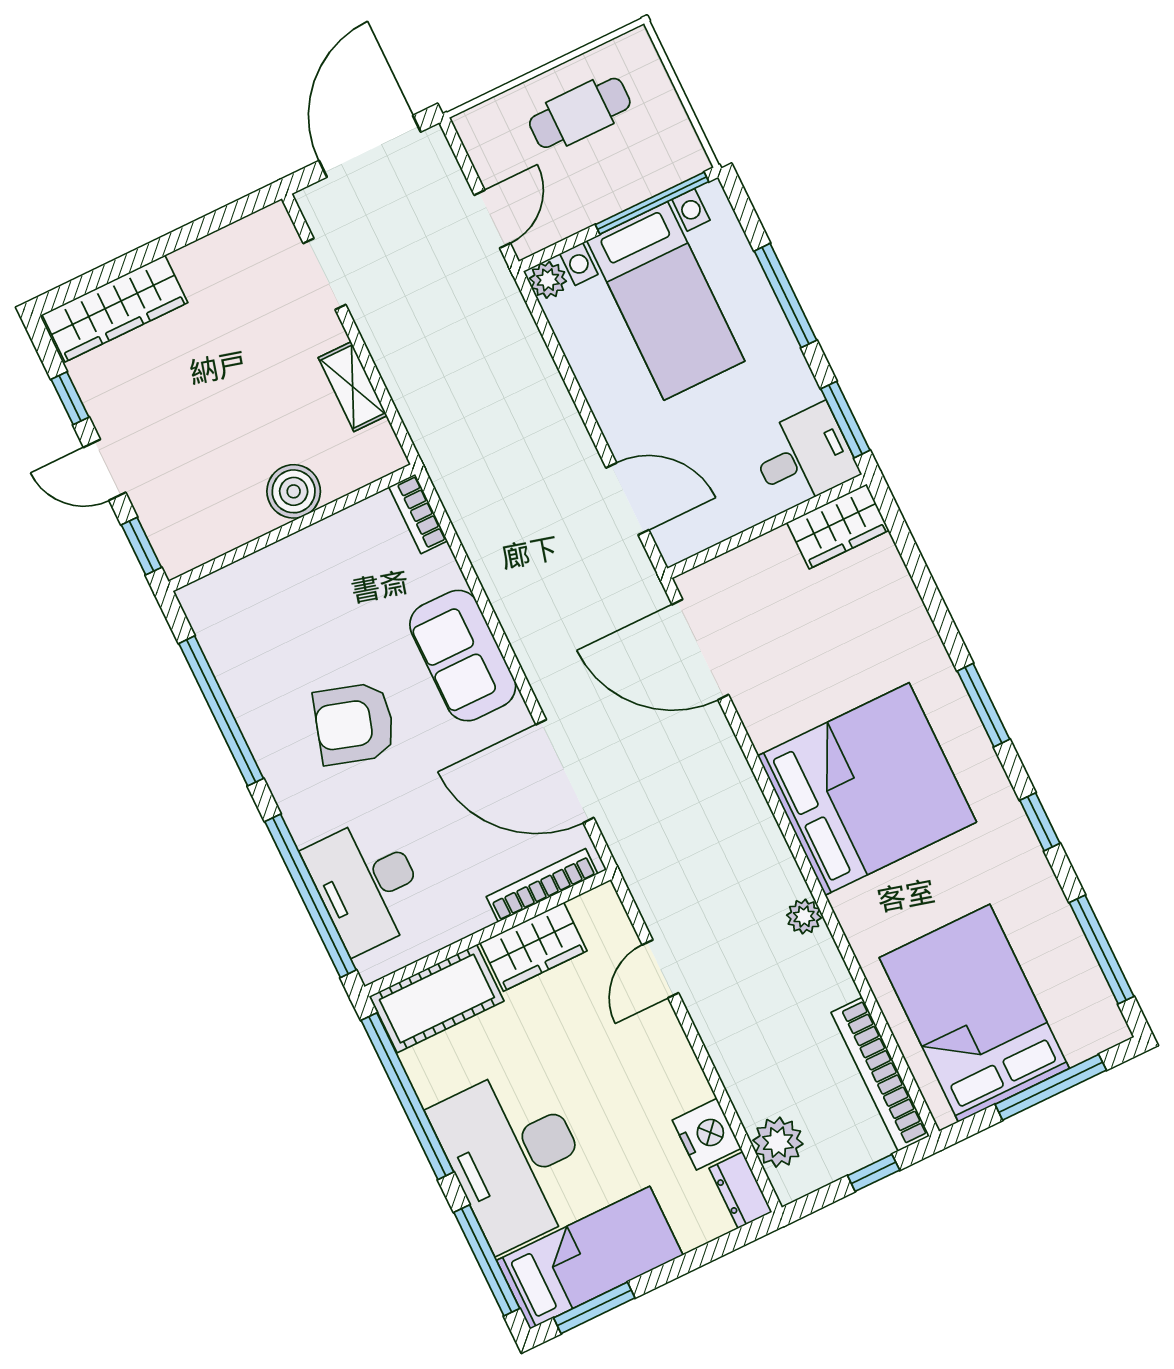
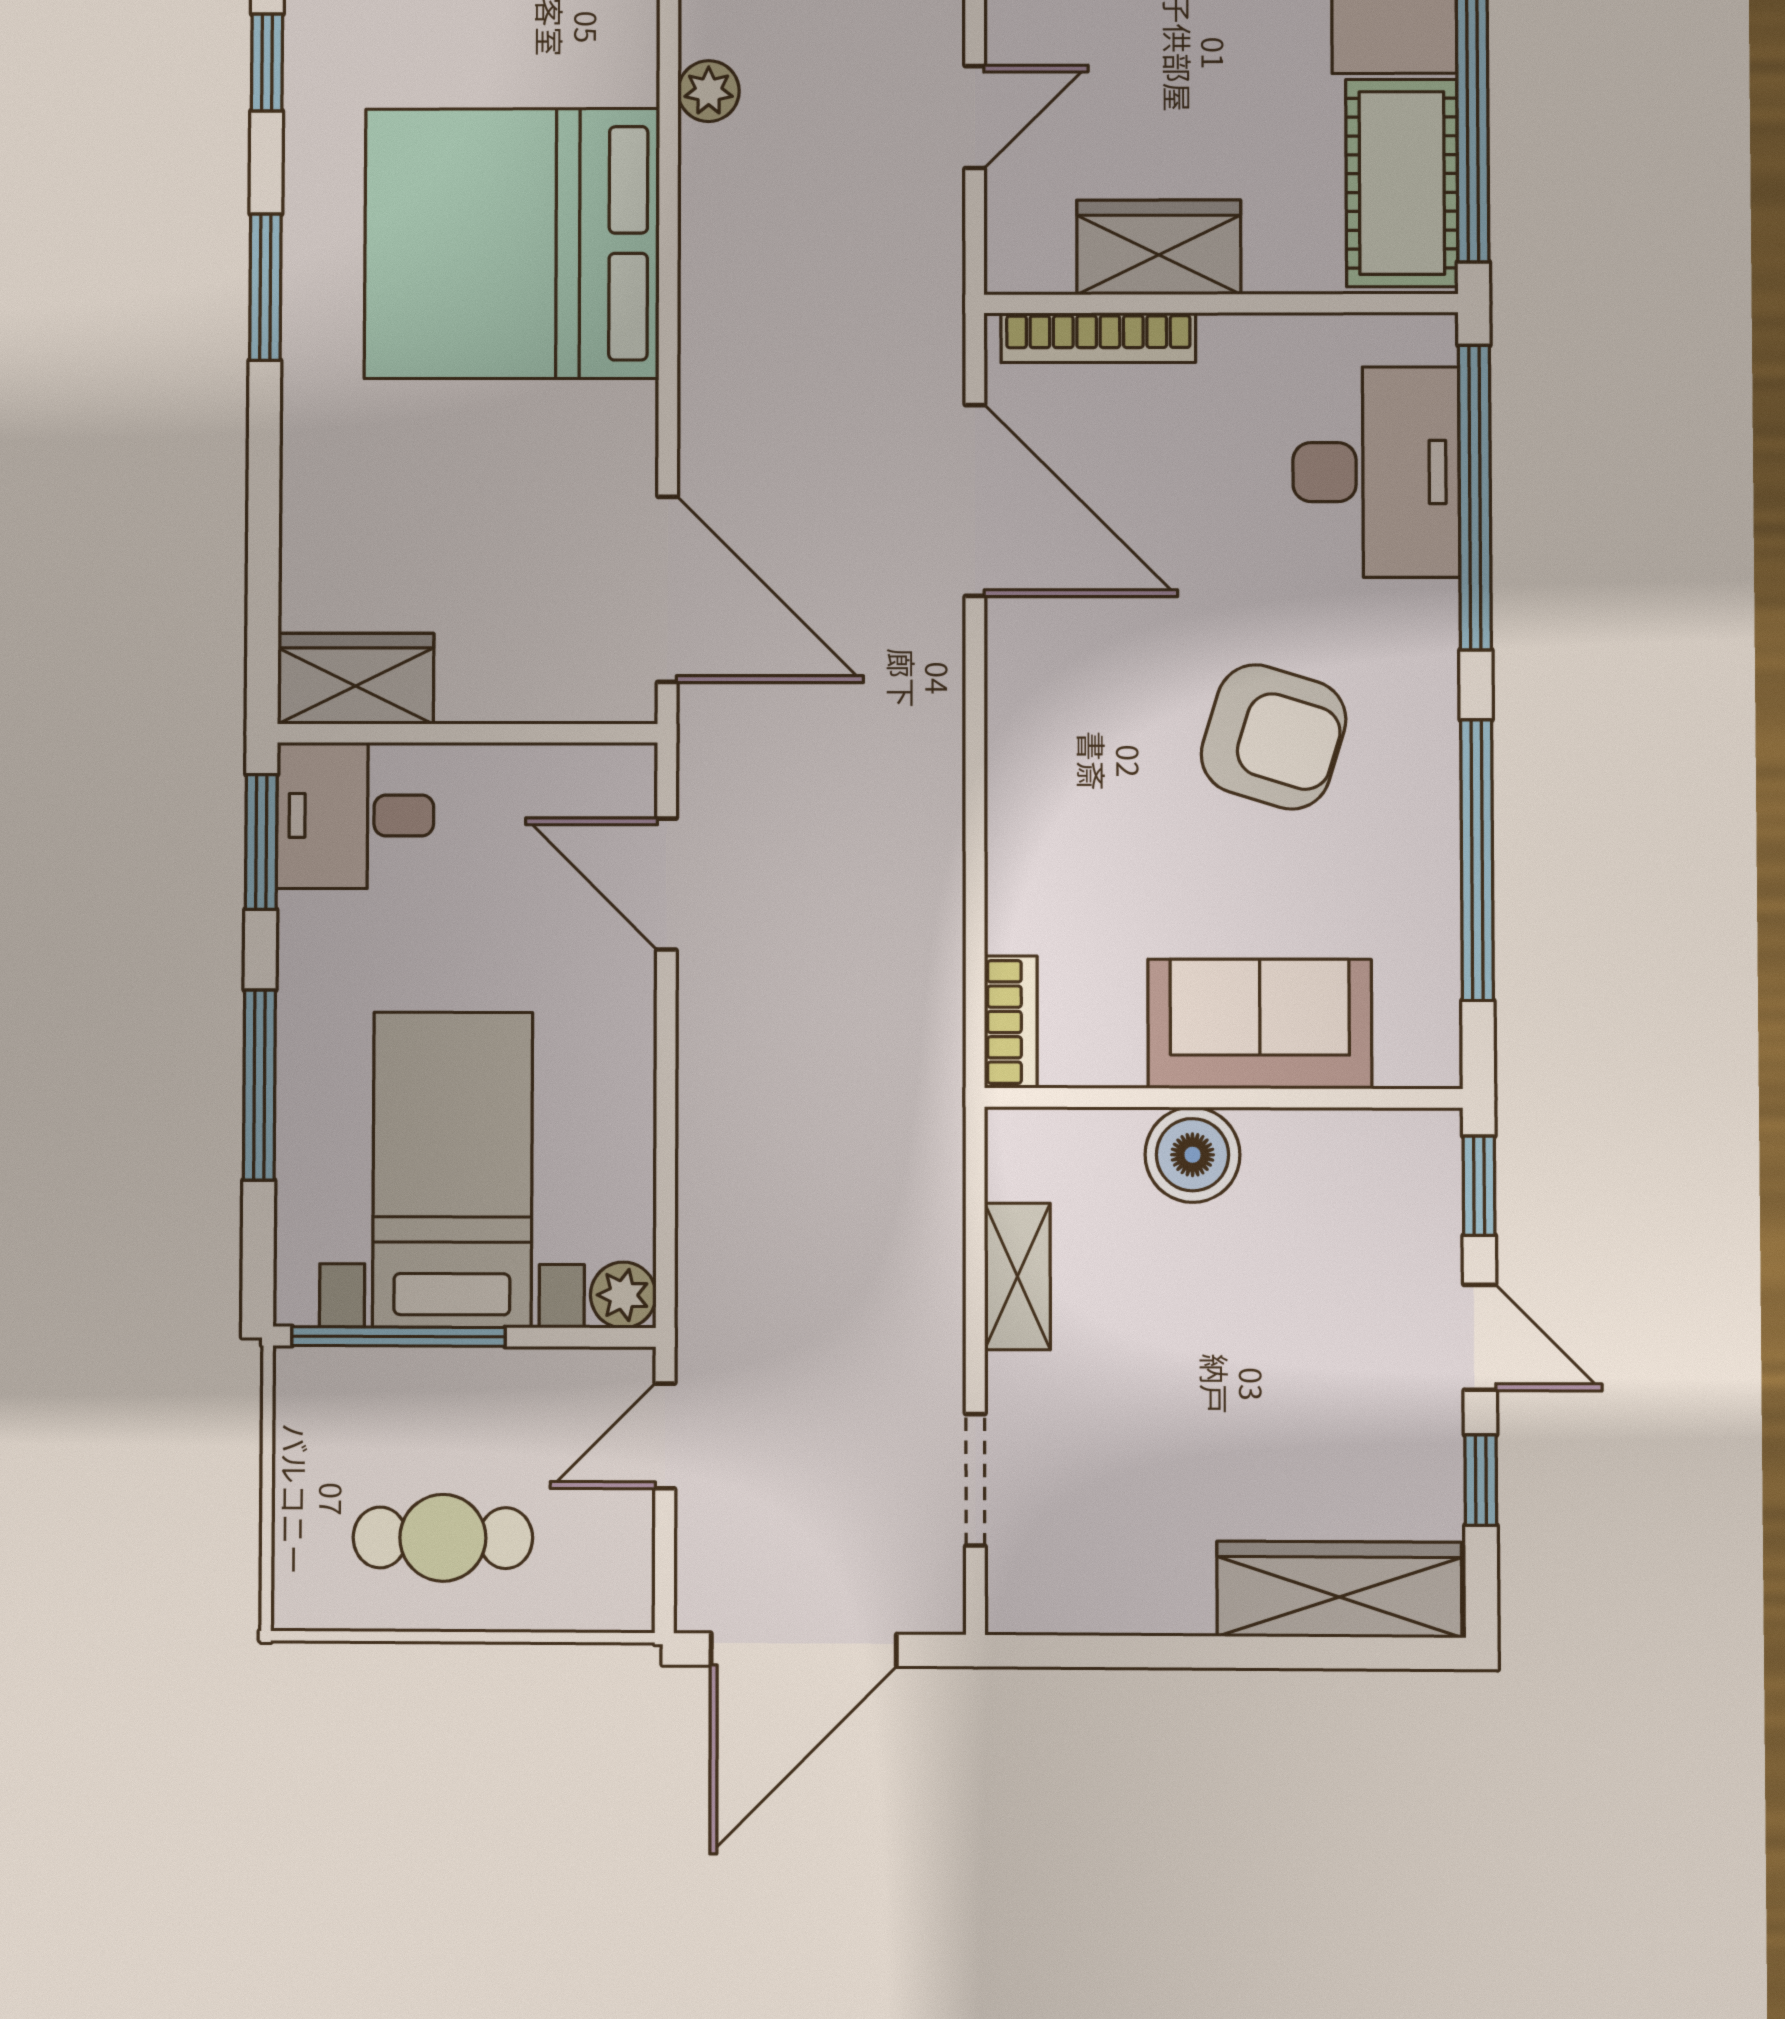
sofa: (463, 656) -> (1260, 1024), moved, turned -90
cot: (437, 999) -> (1402, 183), moved, turned 90

